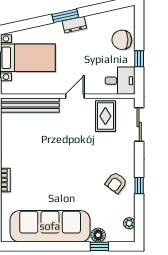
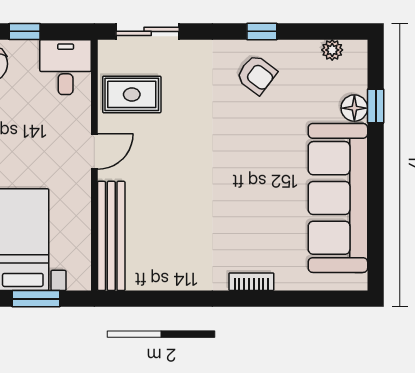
door: (75, 96) -> (94, 151), swing flipped

